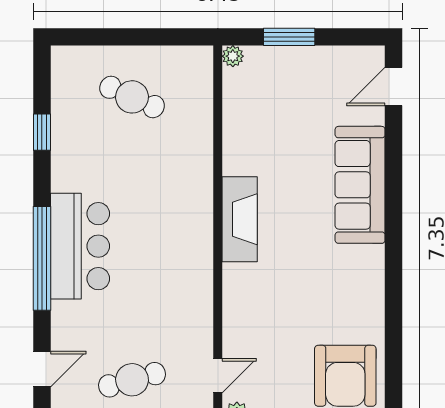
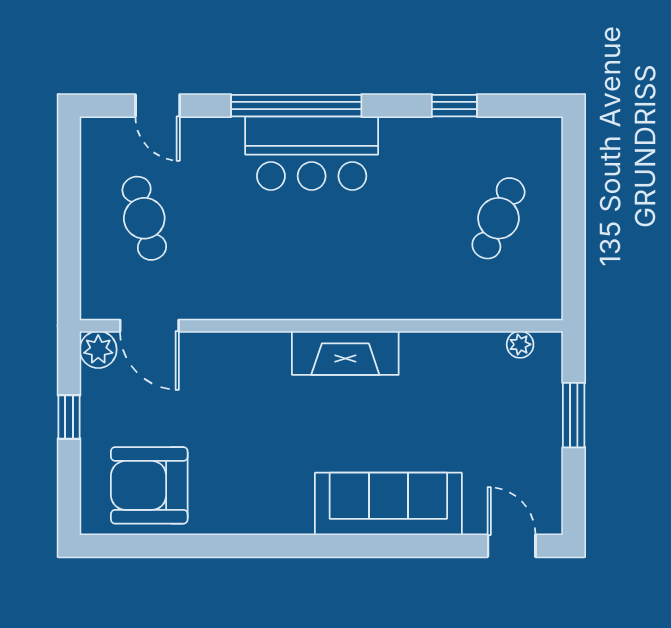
plant: (233, 56) -> (520, 344), moved
door: (218, 376) -> (149, 326), width x1.37

